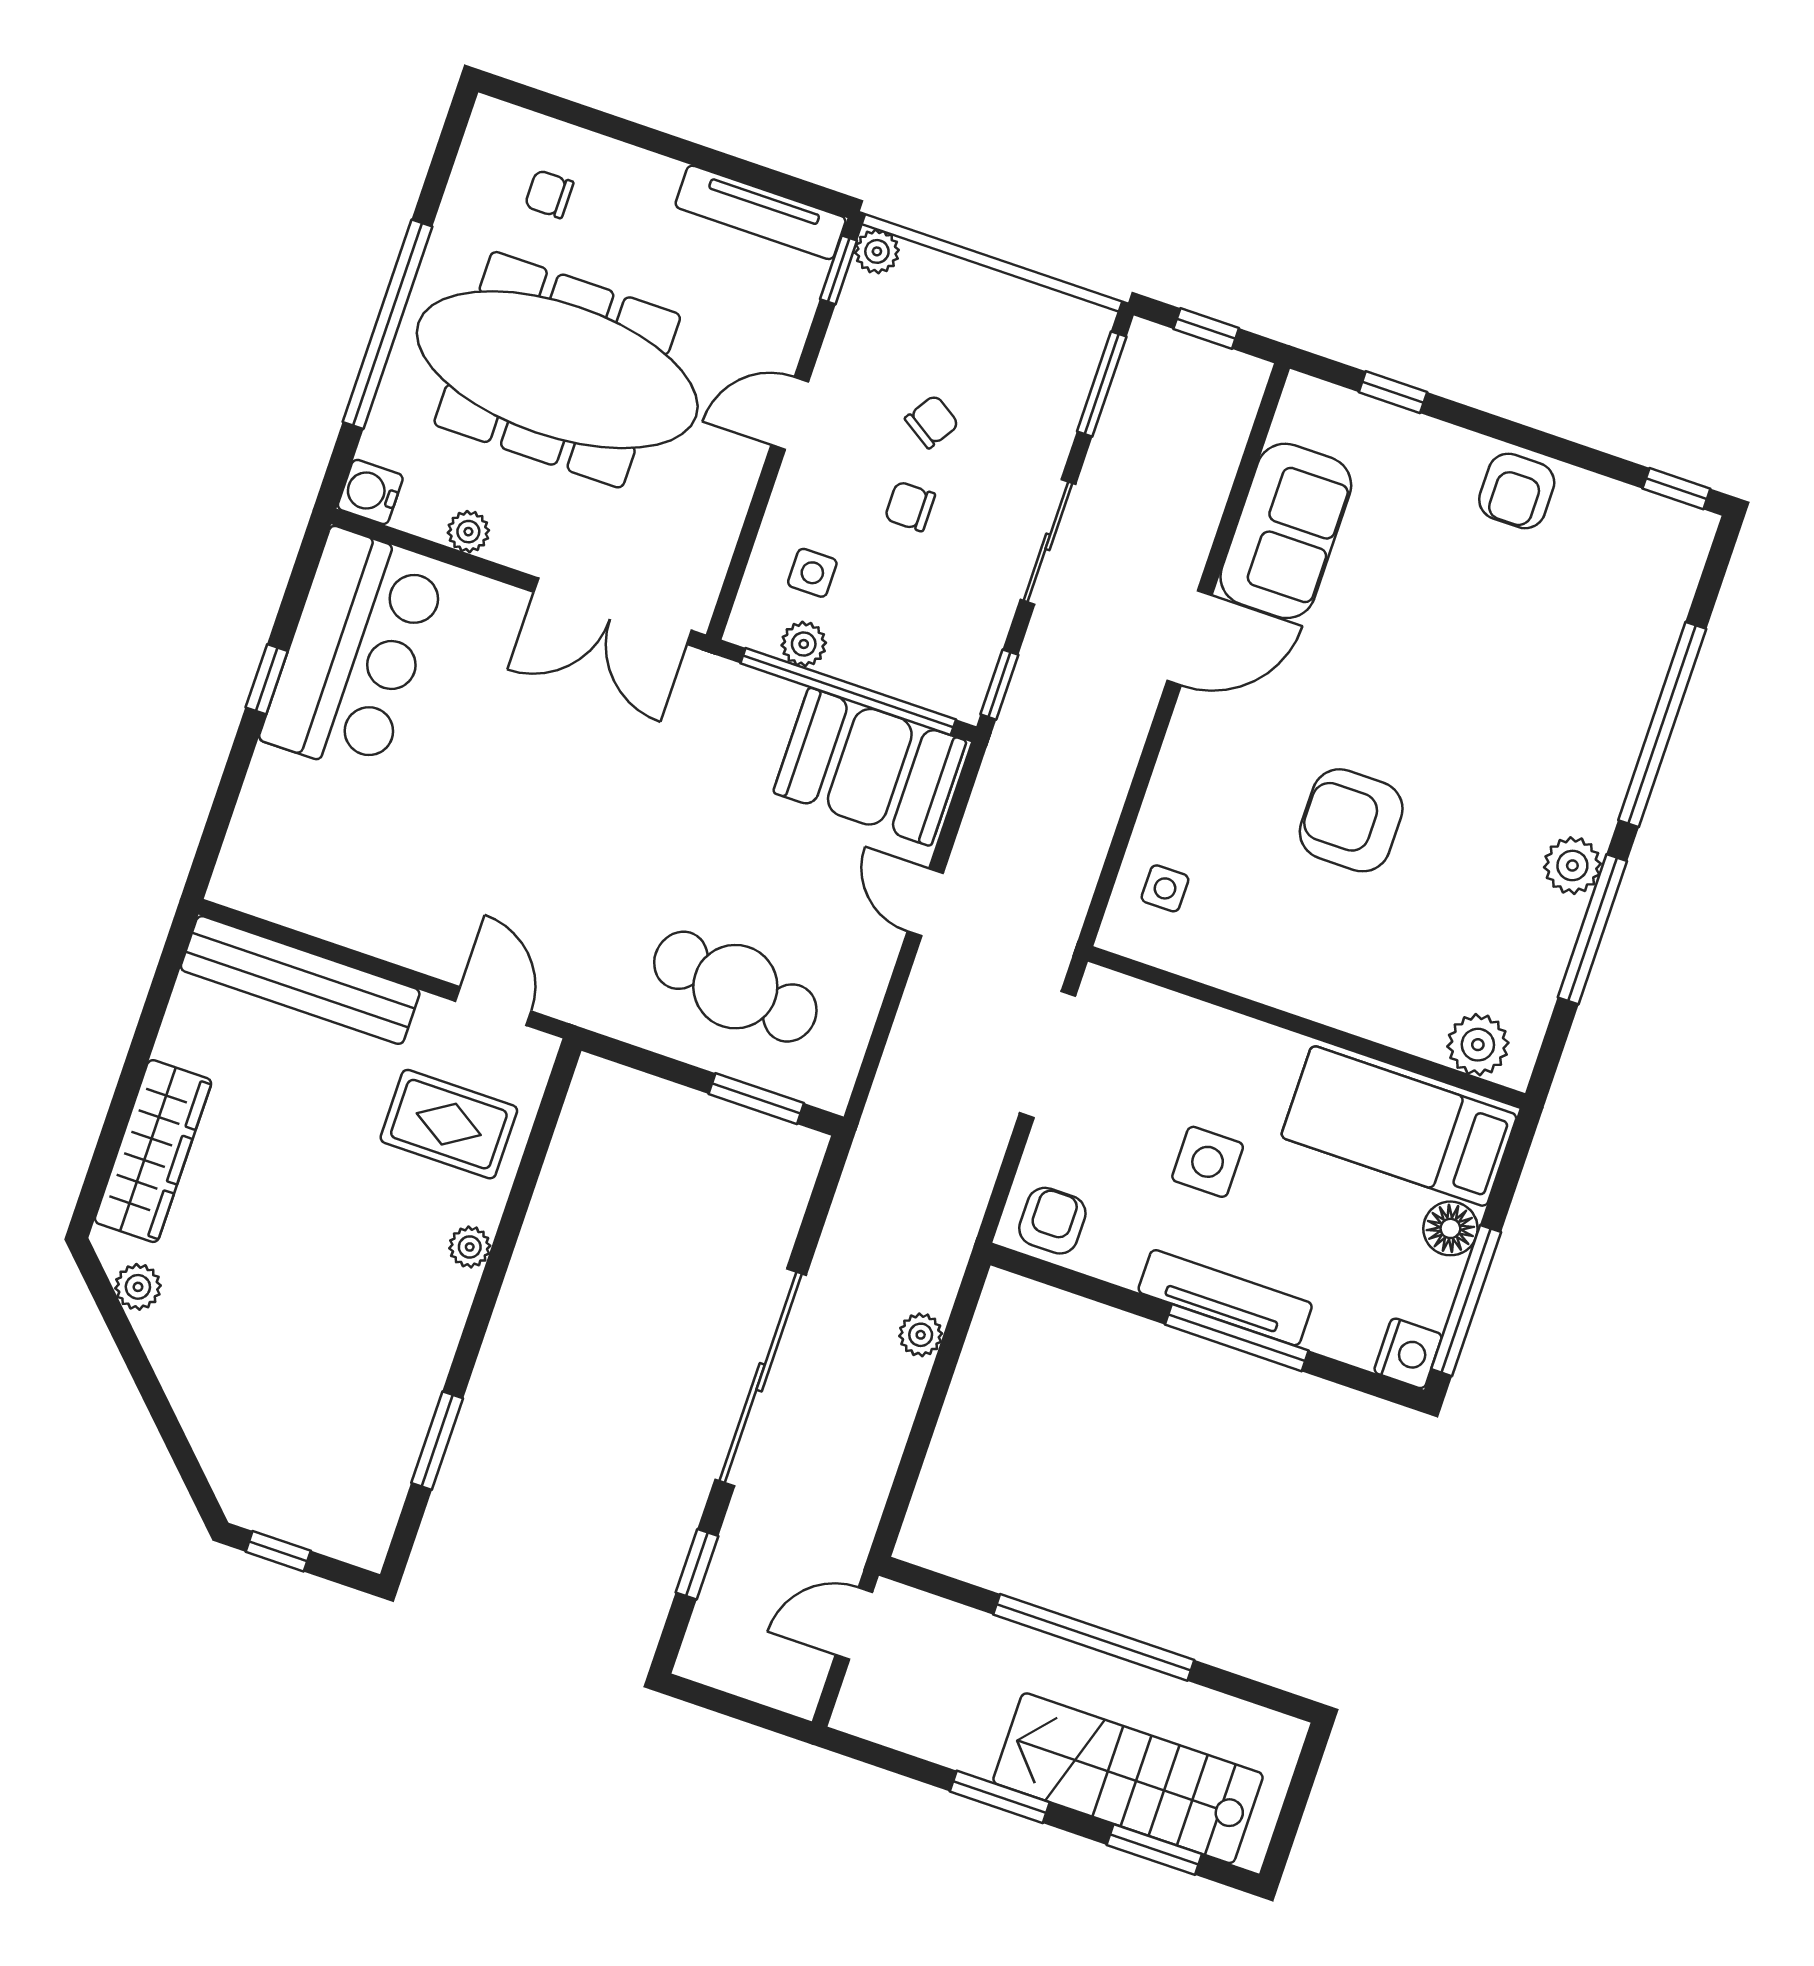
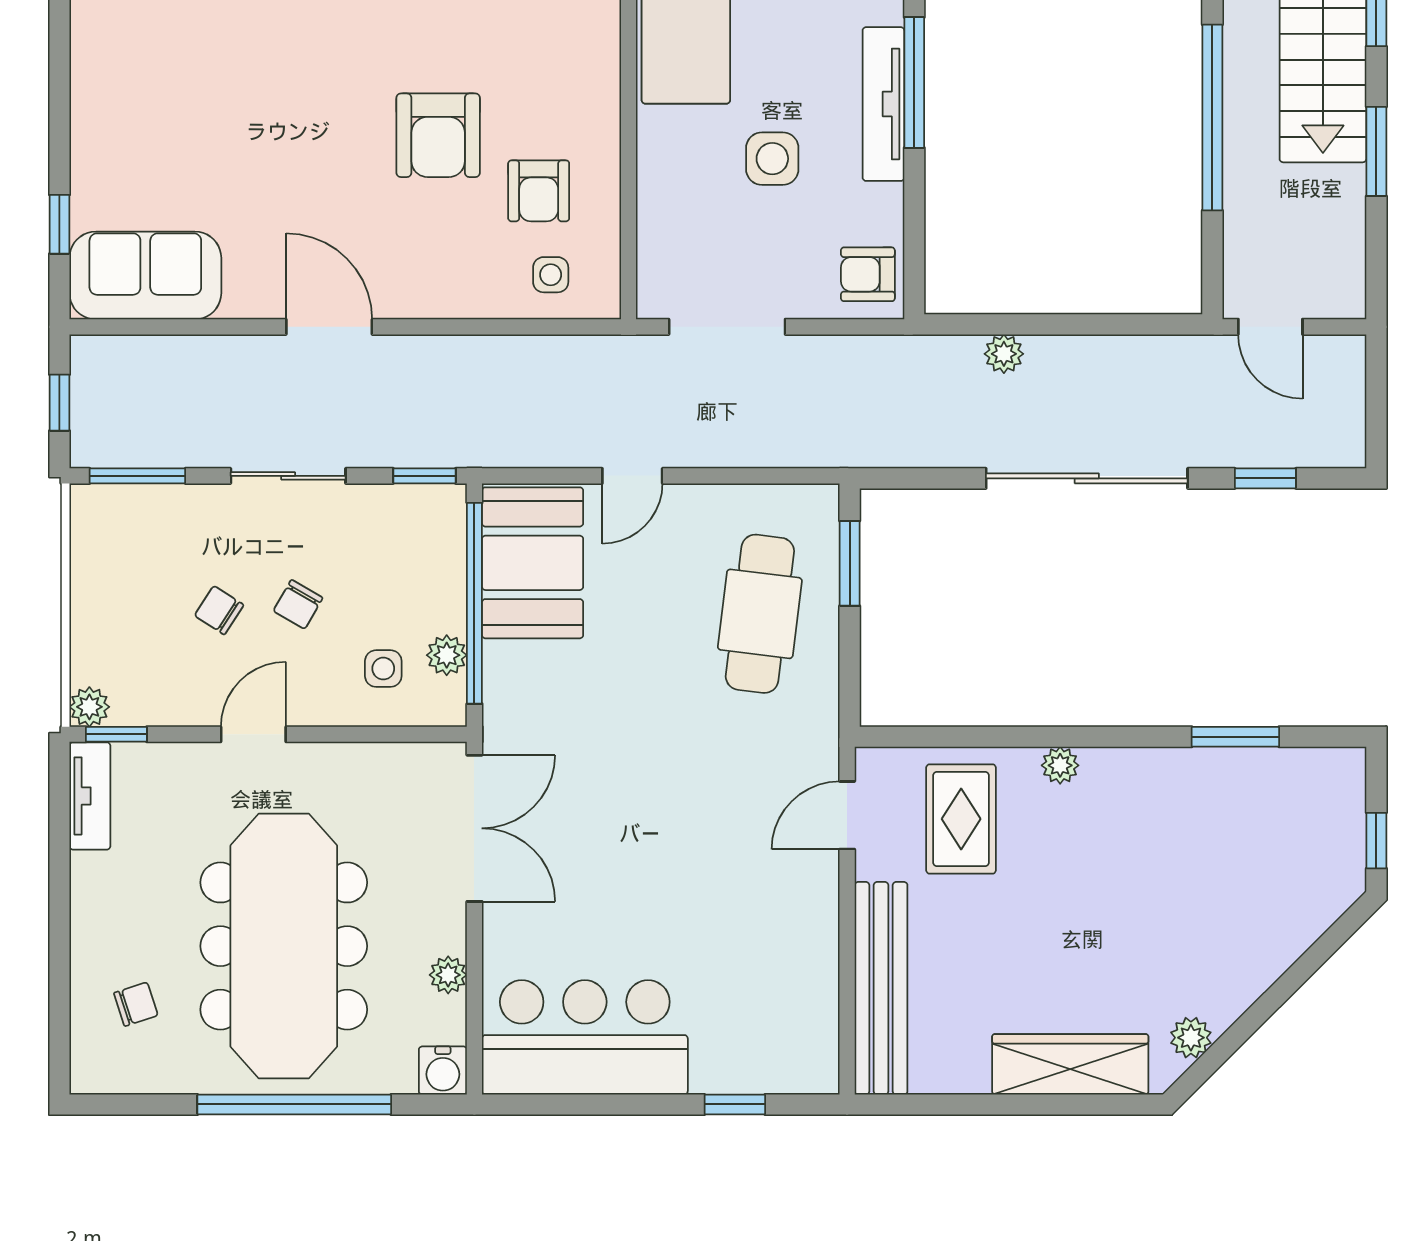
chair: (549, 194) -> (136, 1004), turned -108
tv unit: (761, 212) -> (90, 796), width x0.71
door: (790, 413) -> (253, 734), swing flipped
armchair: (1517, 491) -> (539, 191), moved, turned 90
chair: (910, 506) -> (298, 604), turned 30
sofa: (1286, 531) -> (145, 275), moved
window: (267, 679) -> (735, 1104), moved

